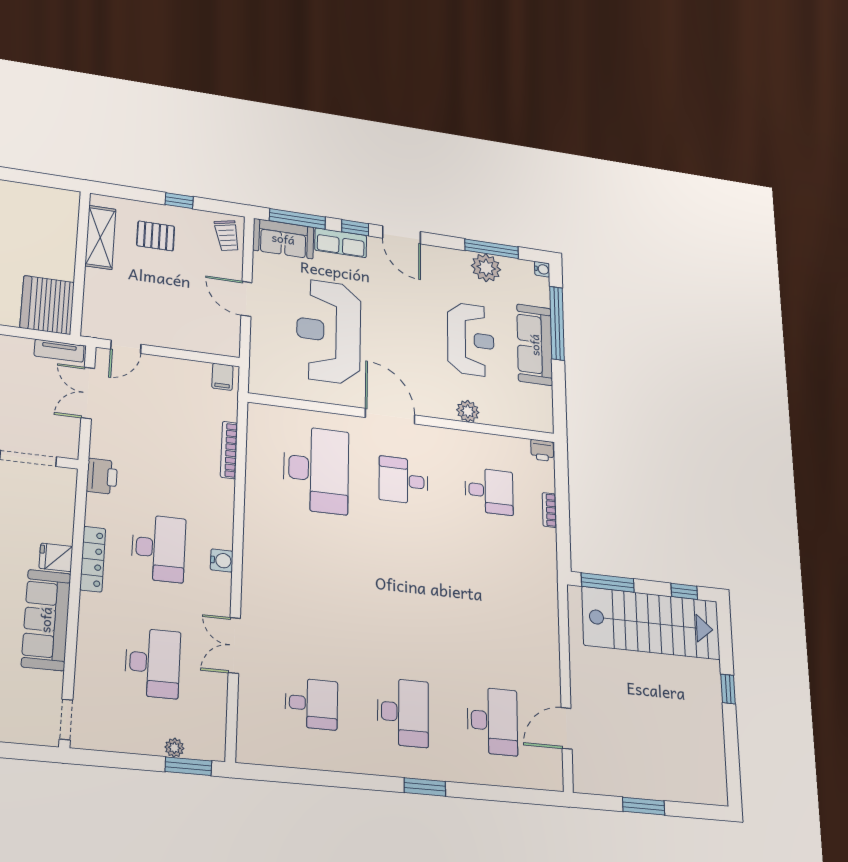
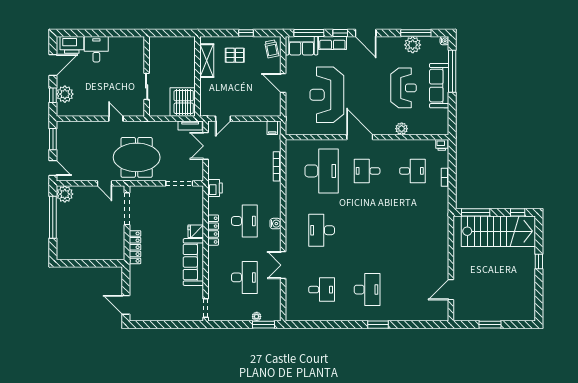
desk: (492, 721) -> (322, 230), moved, turned 180

